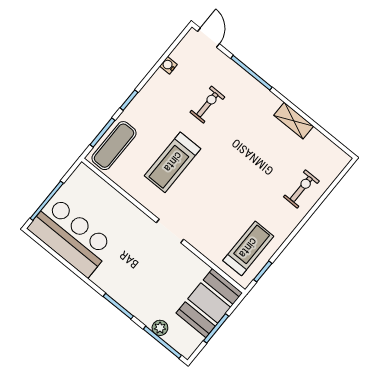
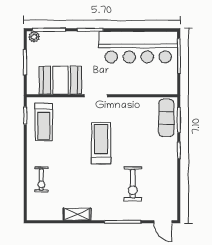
water cooler: (168, 65) -> (173, 188), removed
exercise bike: (207, 105) -> (133, 184), width x1.38, depth x1.39
treadmill: (173, 162) -> (101, 143), moved
bar counter: (71, 237) -> (138, 47), width x1.36
booth: (209, 303) -> (60, 80), moved, turned 90
plant: (160, 328) -> (34, 37), moved

